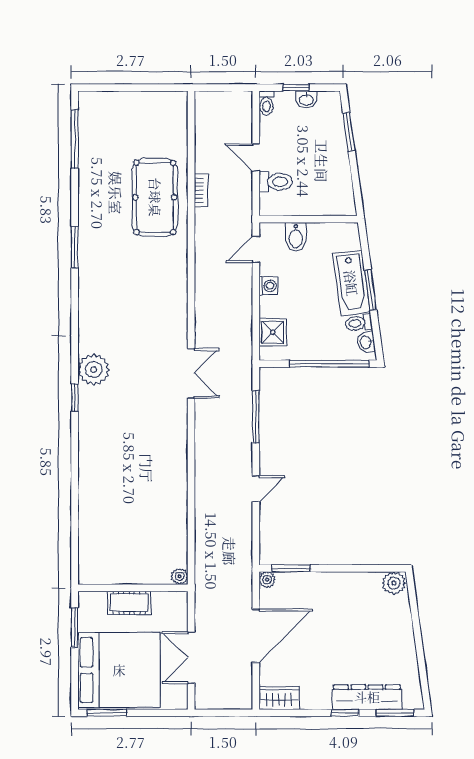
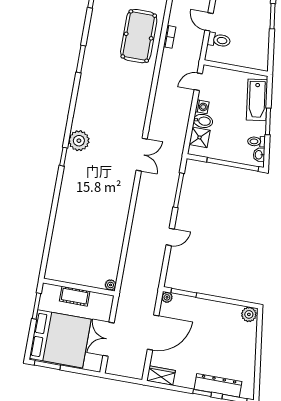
bidet: (296, 237) -> (203, 121), moved, turned -90
bathtub: (351, 283) -> (257, 100), moved

